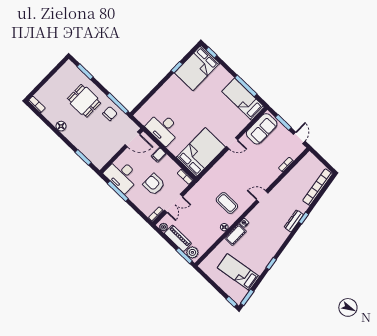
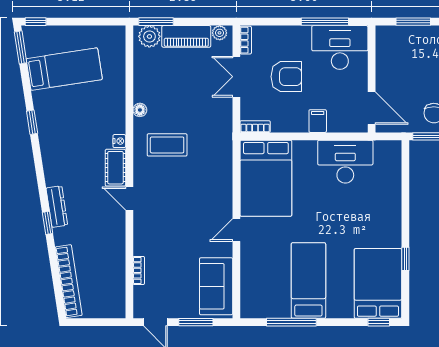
bed: (243, 99) -> (308, 281), moved, turned -90
door: (132, 139) -> (372, 108), swing flipped
door: (262, 196) -> (129, 198), swing flipped
cot: (236, 235) -> (115, 168), moved

